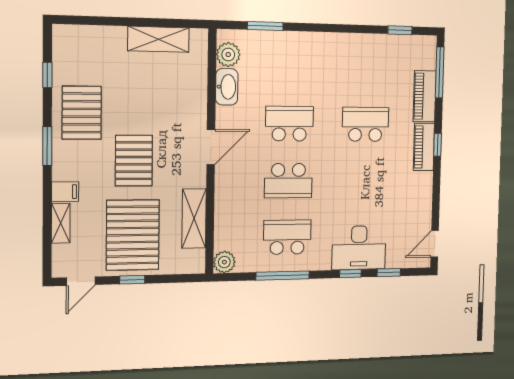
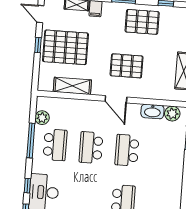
school desk: (289, 124) -> (127, 150), turned 180
pallet: (134, 161) -> (127, 66), moved
plant: (224, 262) -> (42, 118), moved

